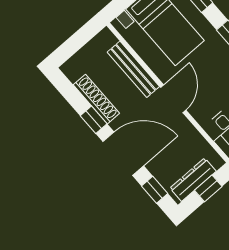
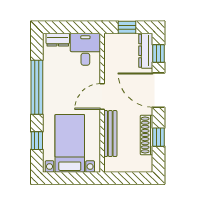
window: (94, 120) -> (159, 137), moved
dresser: (193, 180) -> (146, 51), moved, turned 90

